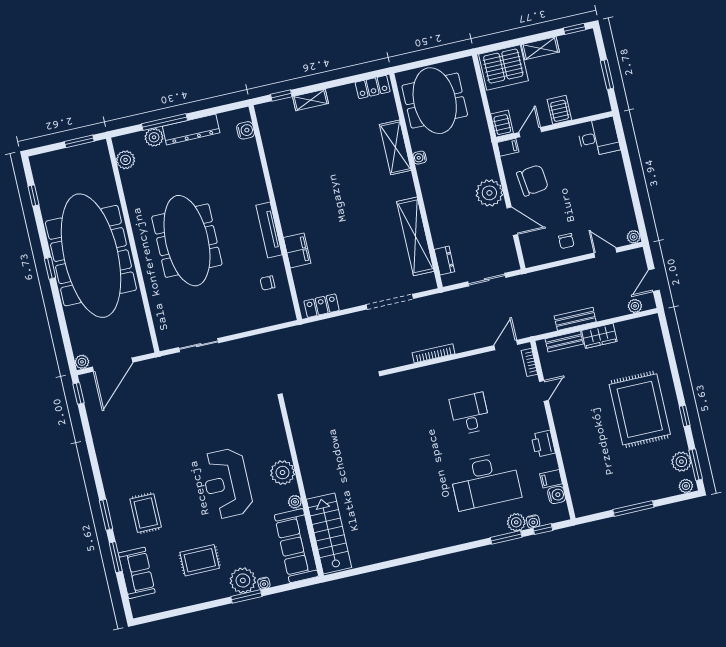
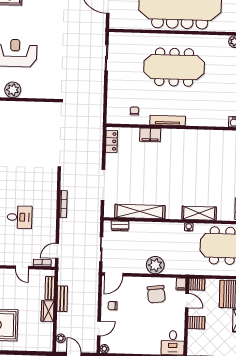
door: (512, 221) -> (114, 274), moved
door: (506, 345) -> (57, 251), swing flipped

